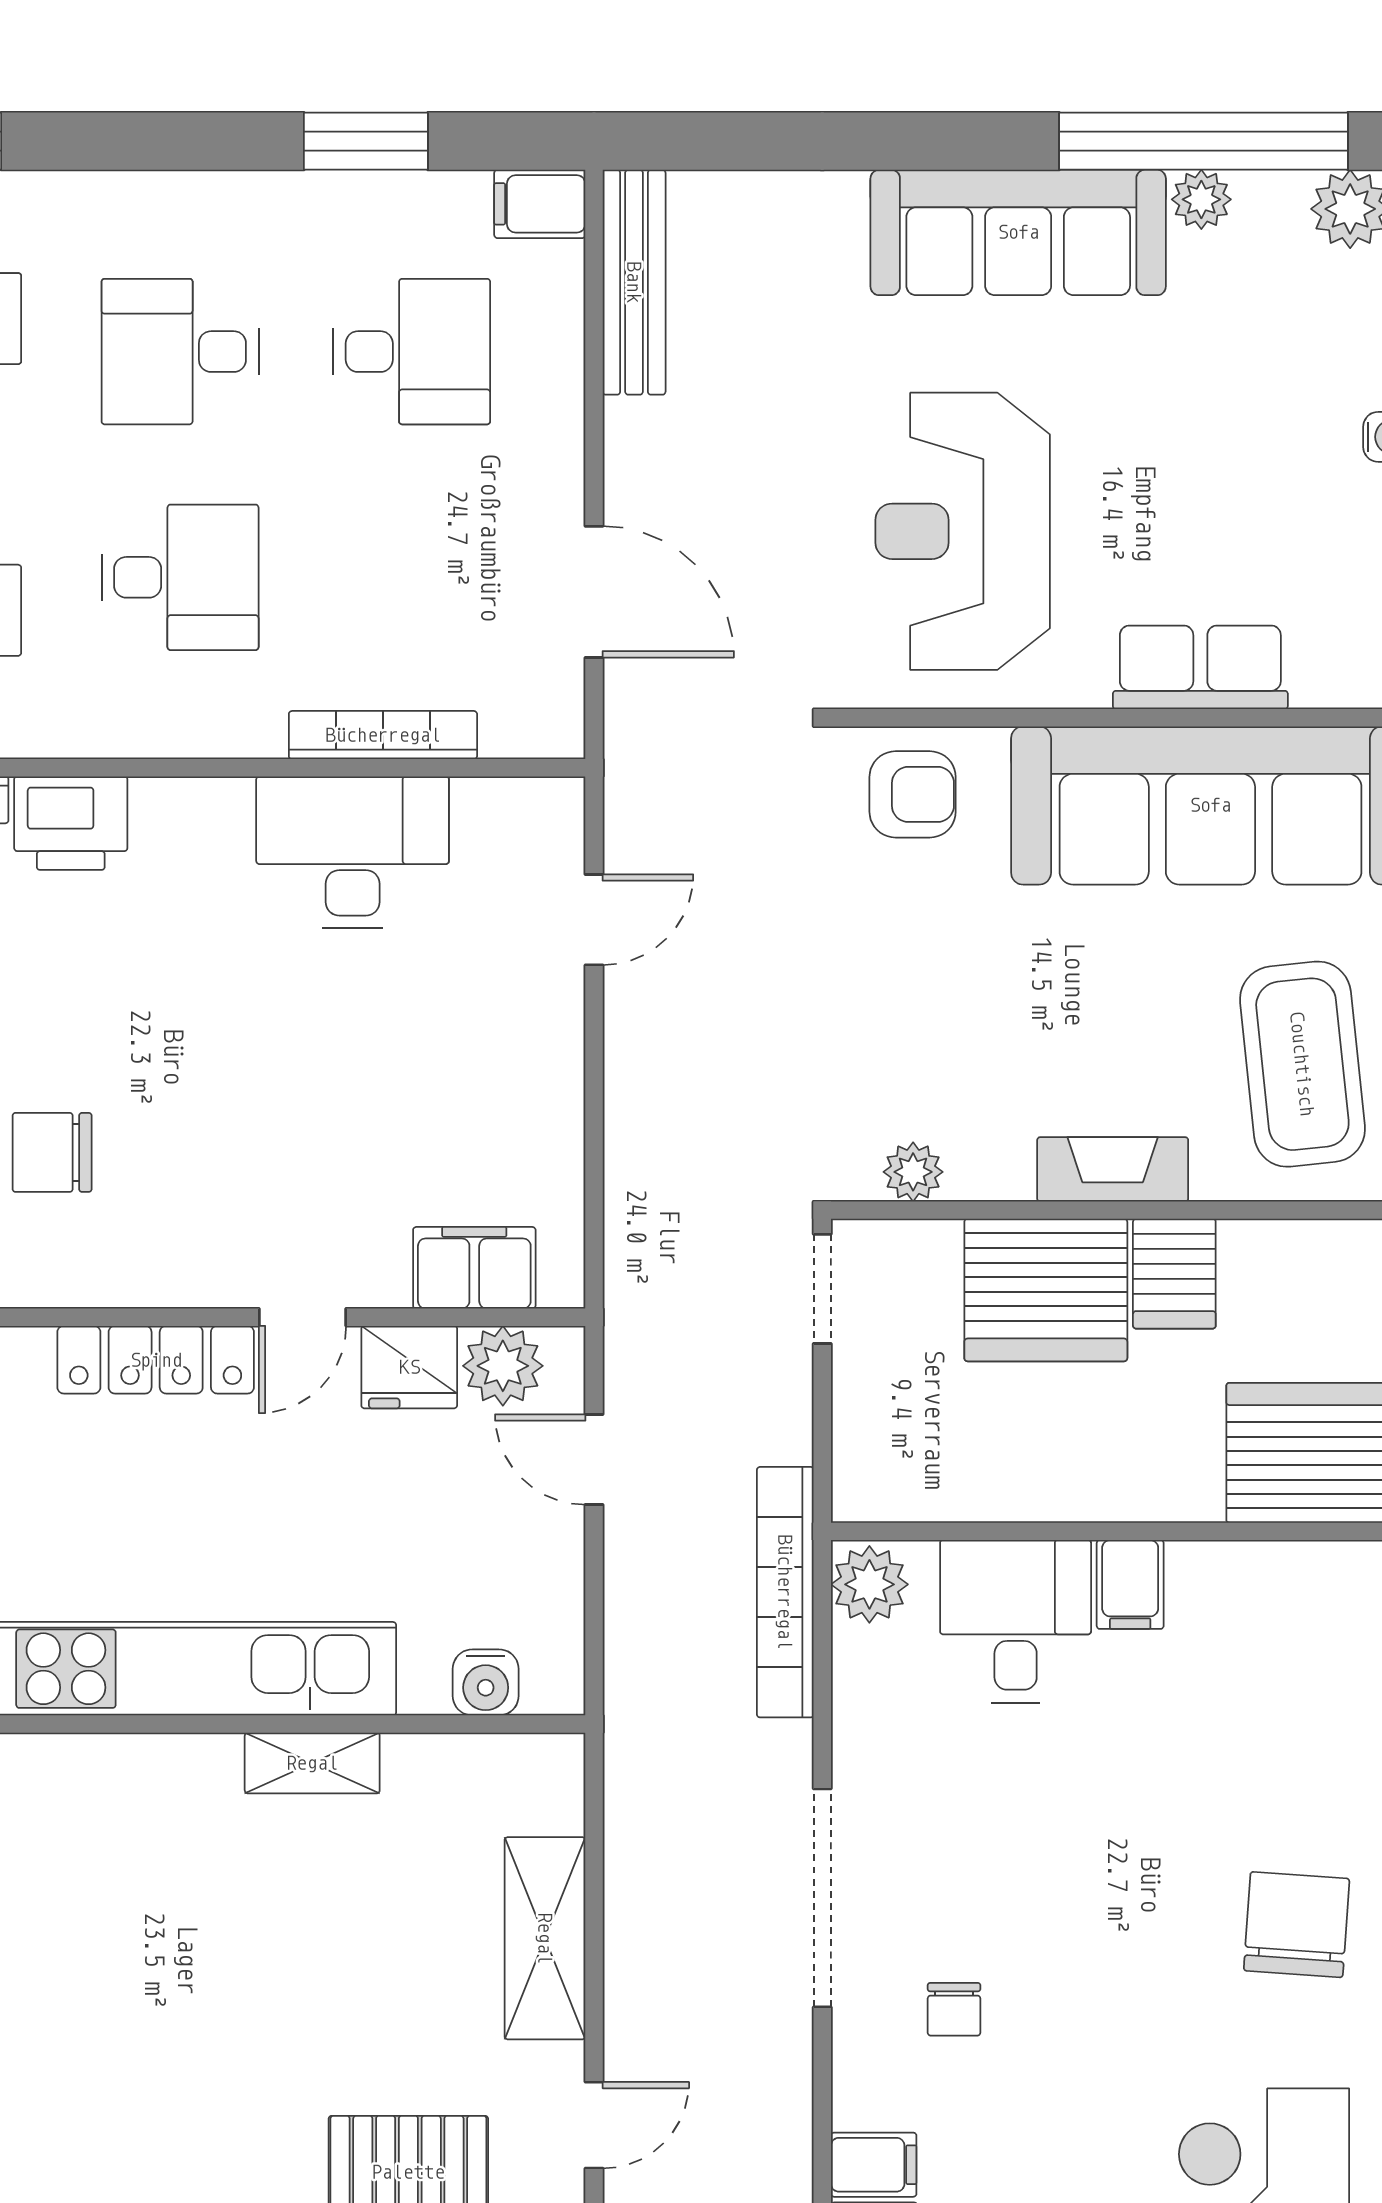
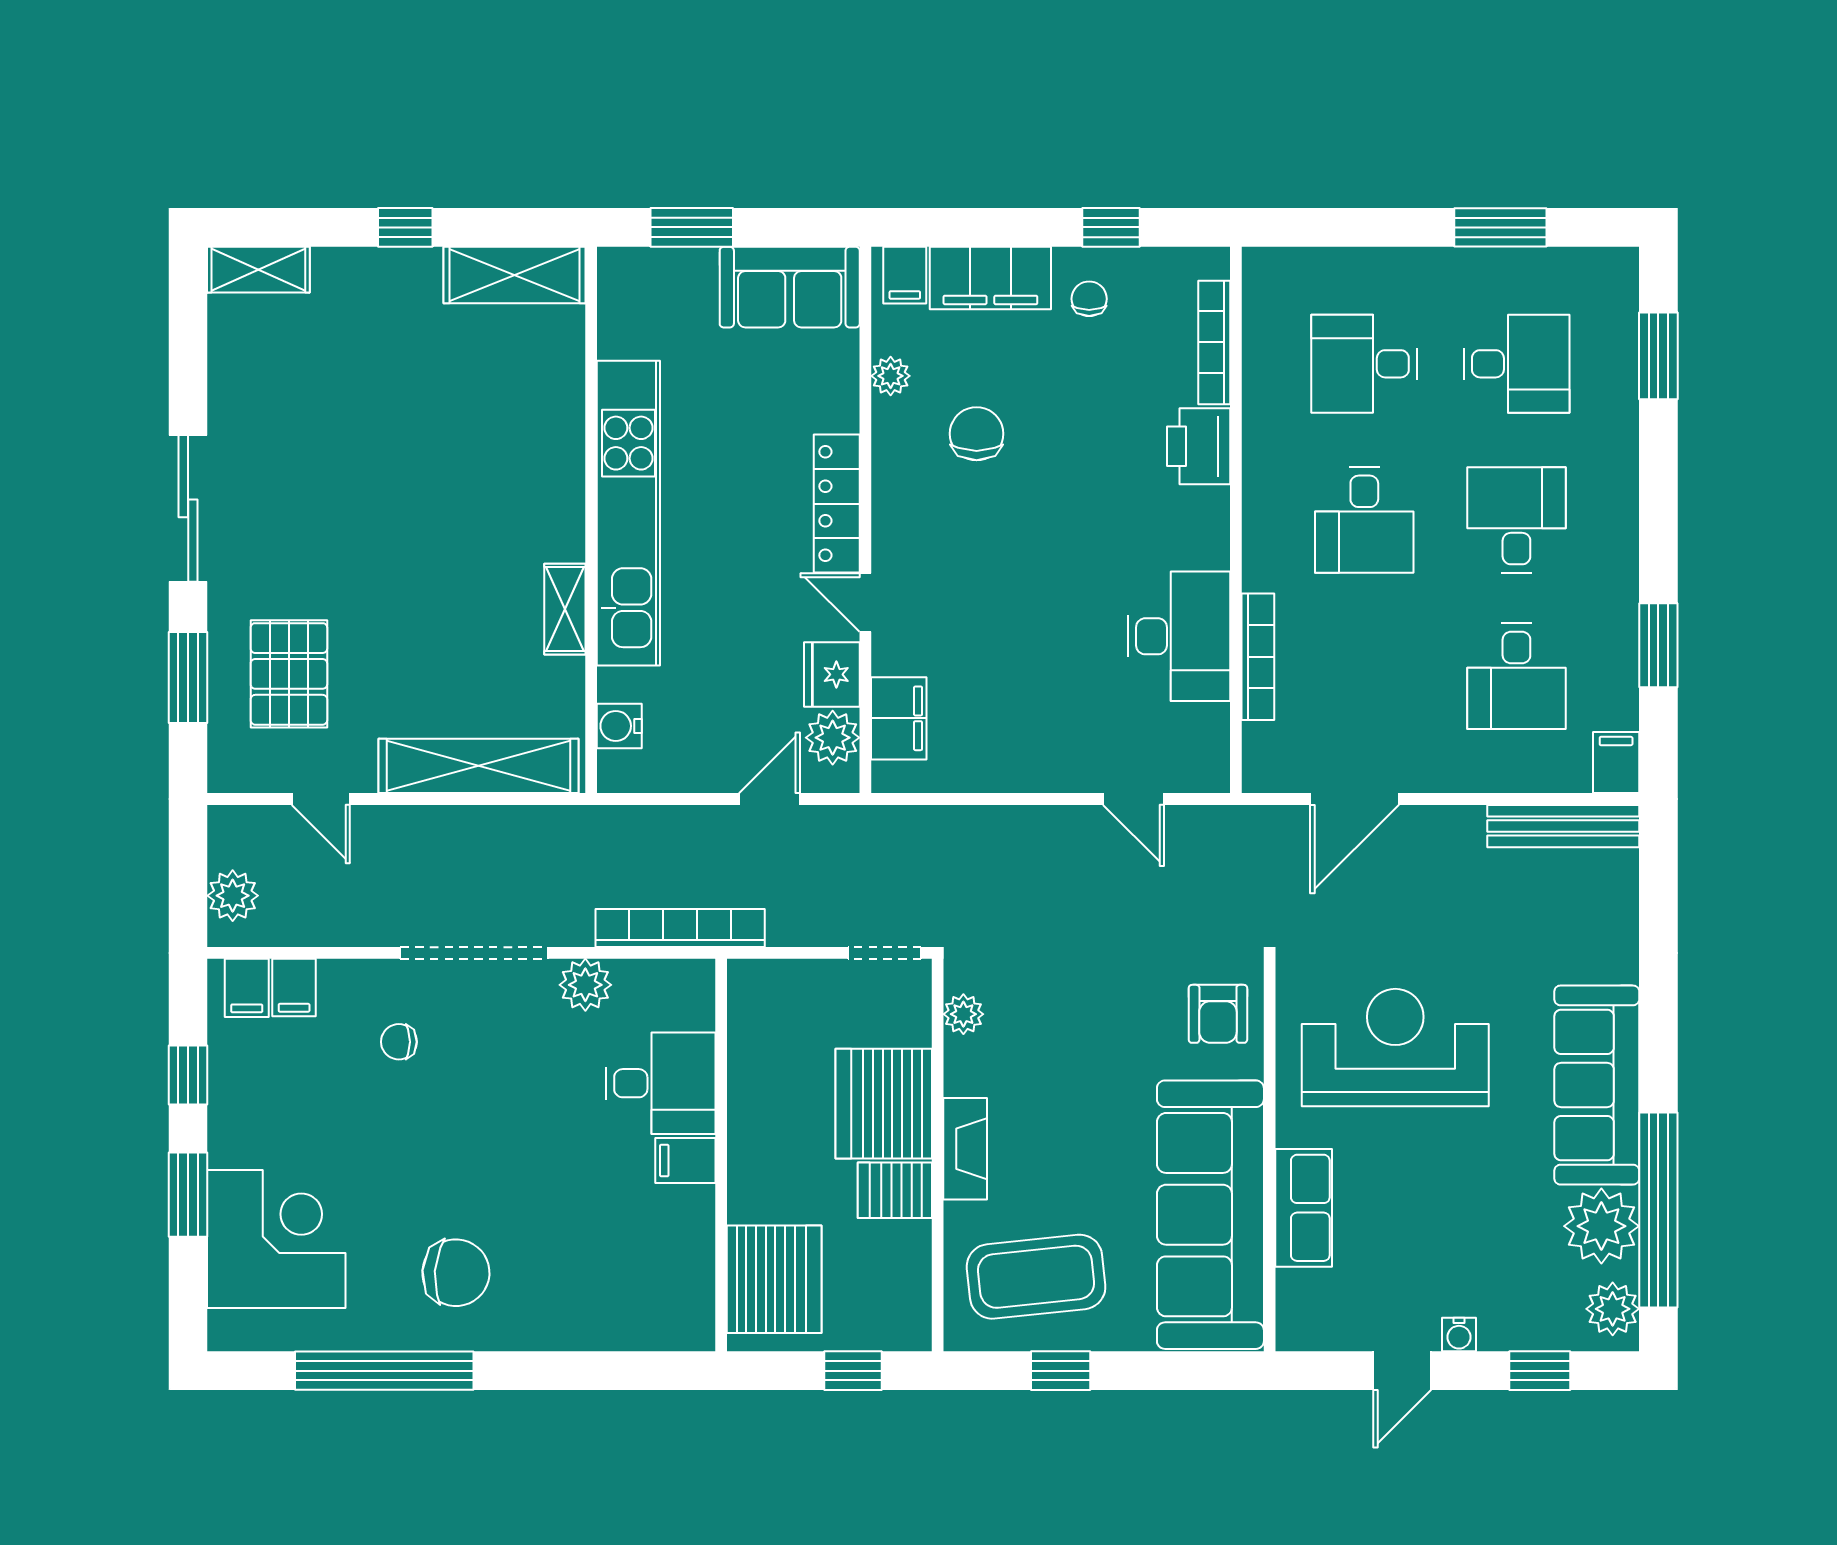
plant: (1201, 199) -> (1601, 1226), width x1.87, depth x1.87
plant: (869, 1584) -> (585, 985), moved
shelving: (545, 1938) -> (479, 766), width x1.47

